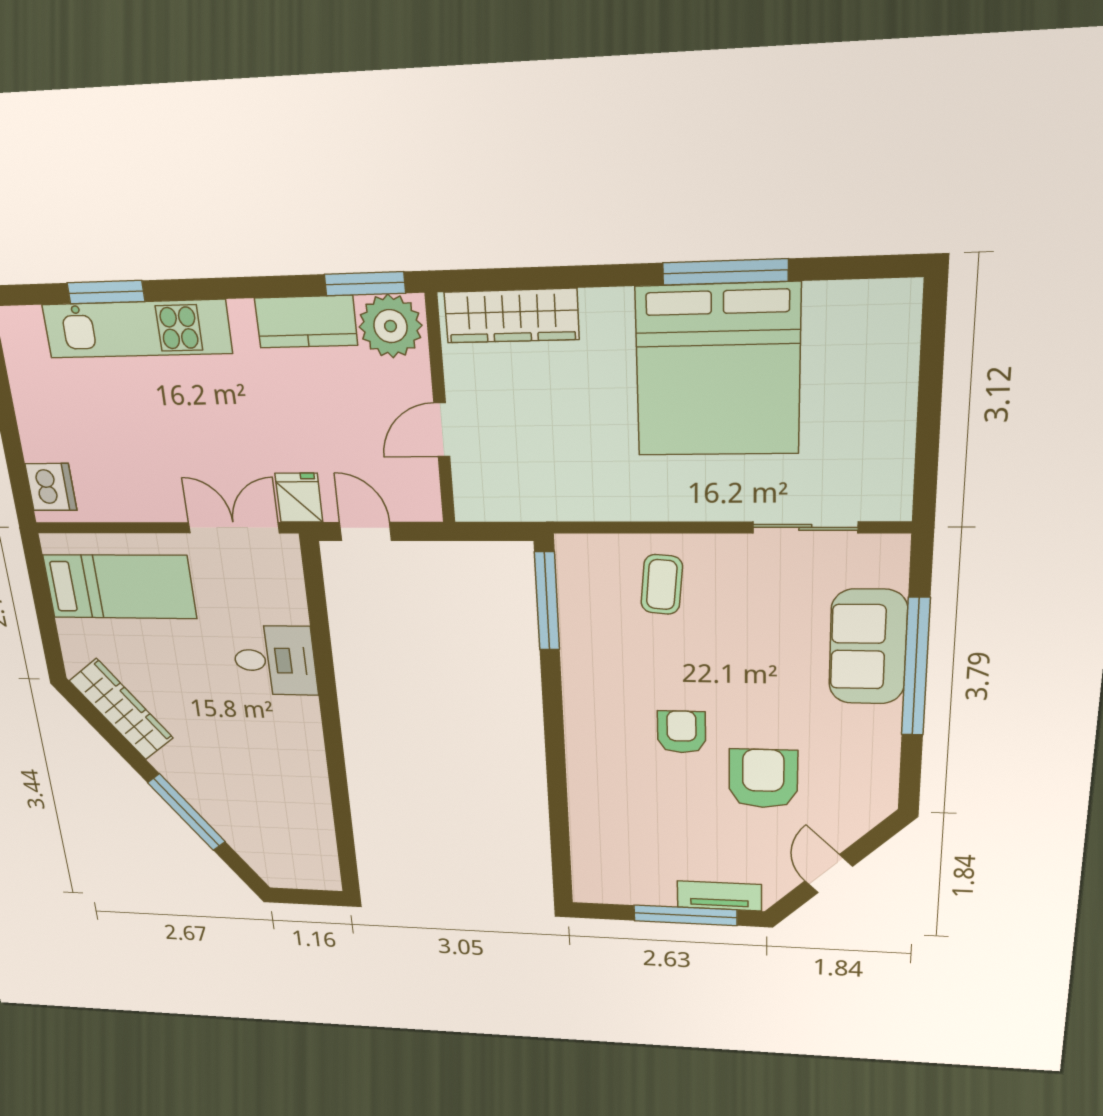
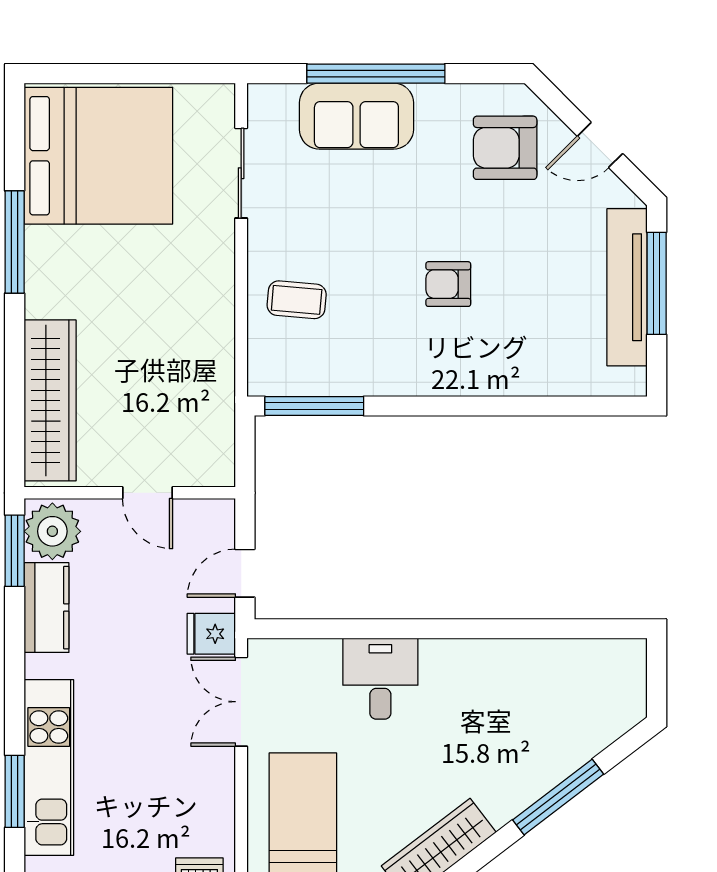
wardrobe: (512, 316) -> (50, 400), width x1.40, depth x1.17
bed: (718, 371) -> (98, 156), moved
armchair: (763, 779) -> (505, 148), moved
tv unit: (719, 896) -> (627, 287), width x1.92, depth x1.29

